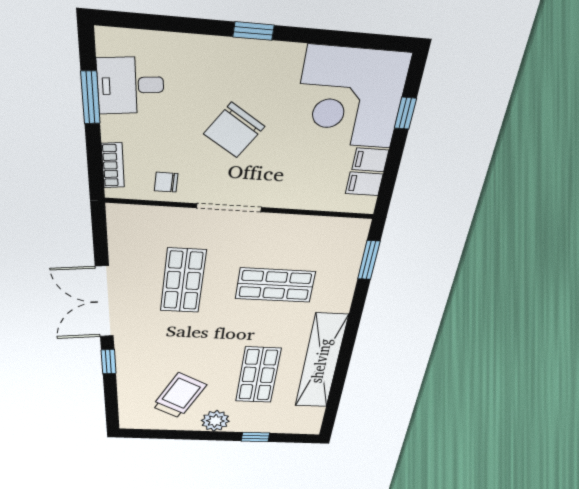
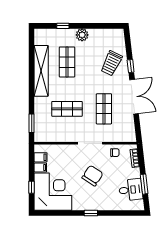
trolley: (179, 396) -> (111, 63), moved

